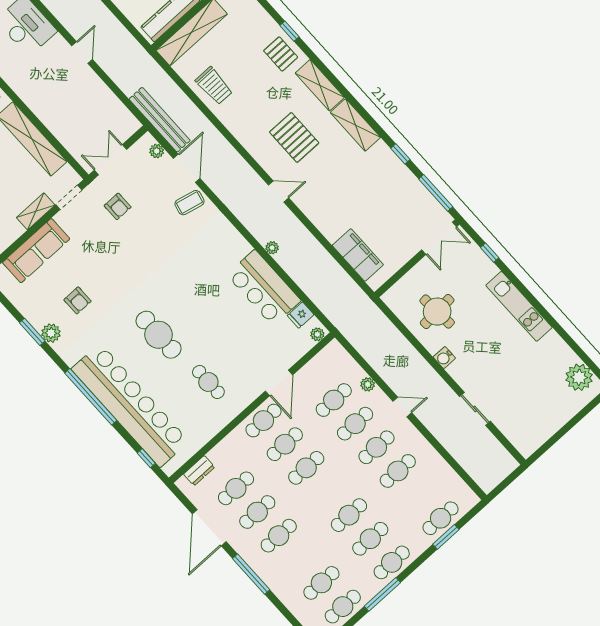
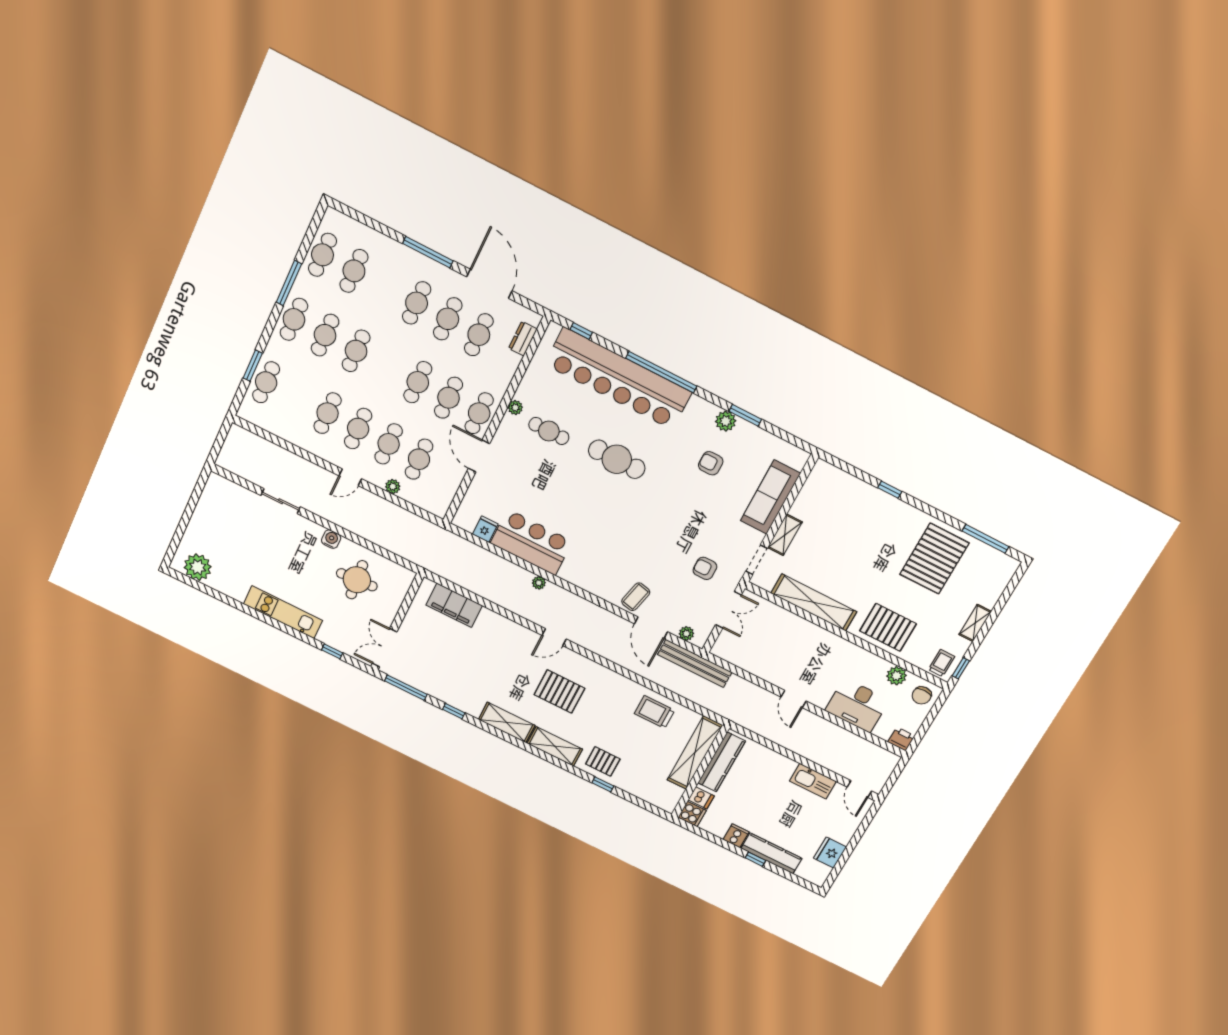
plant: (317, 334) -> (515, 408), moved

